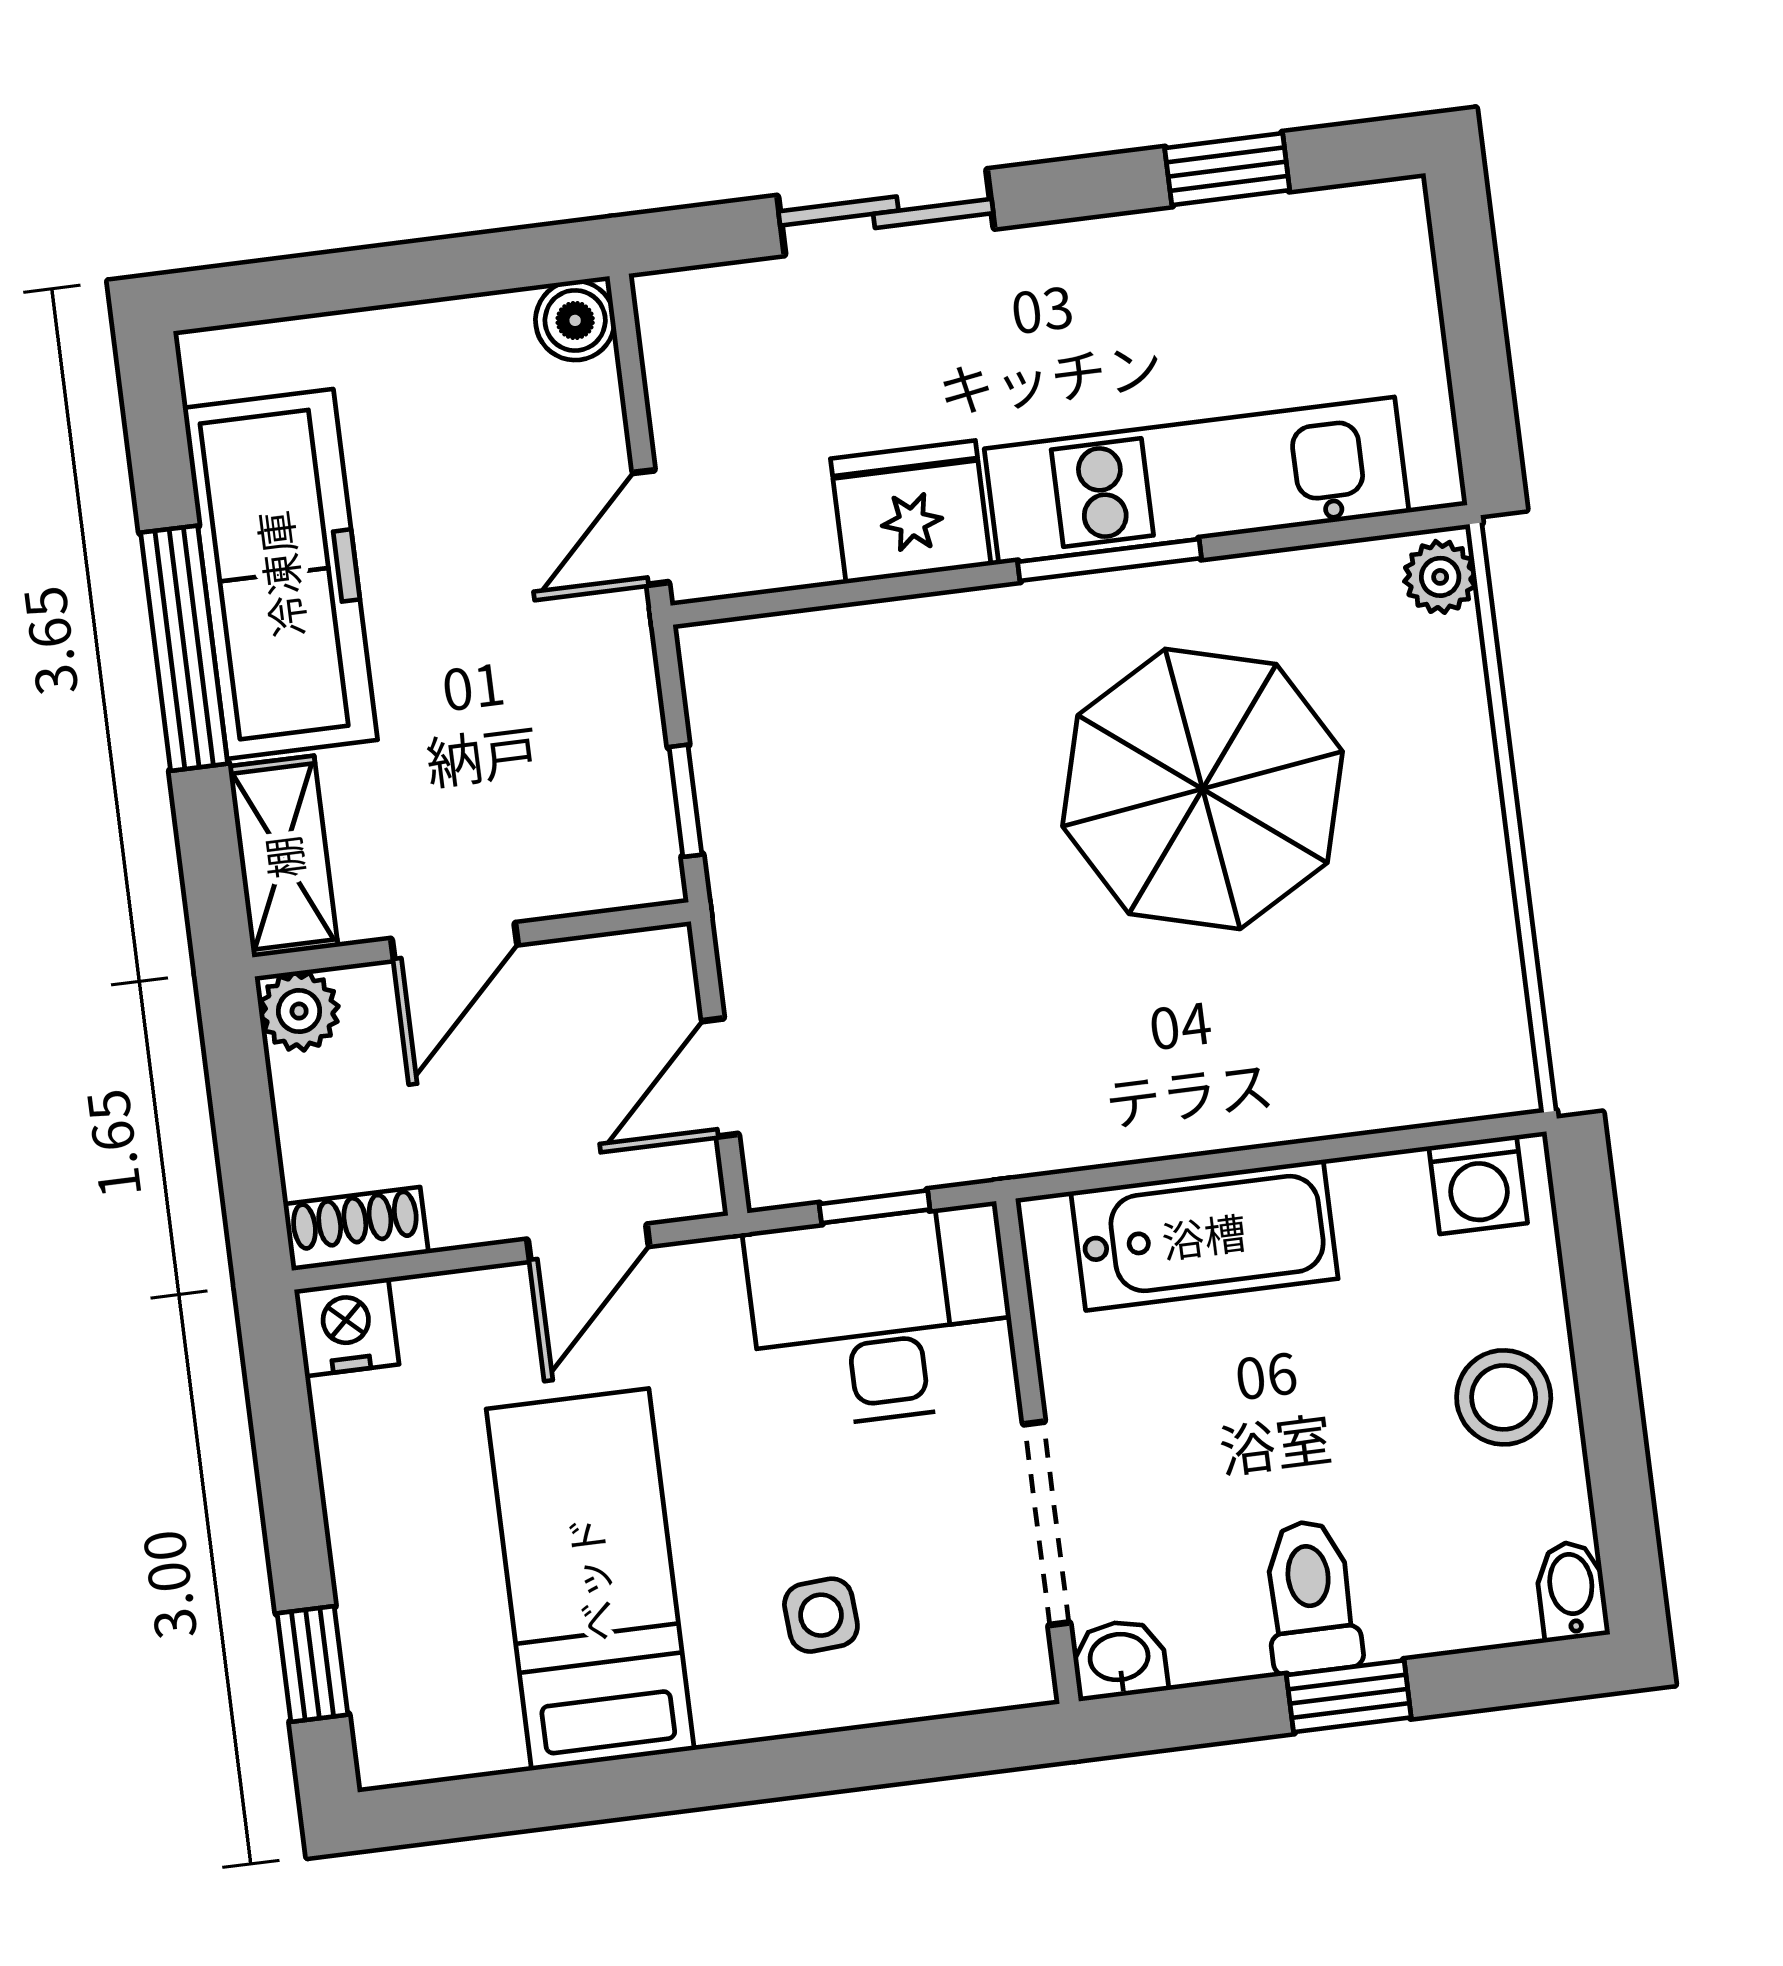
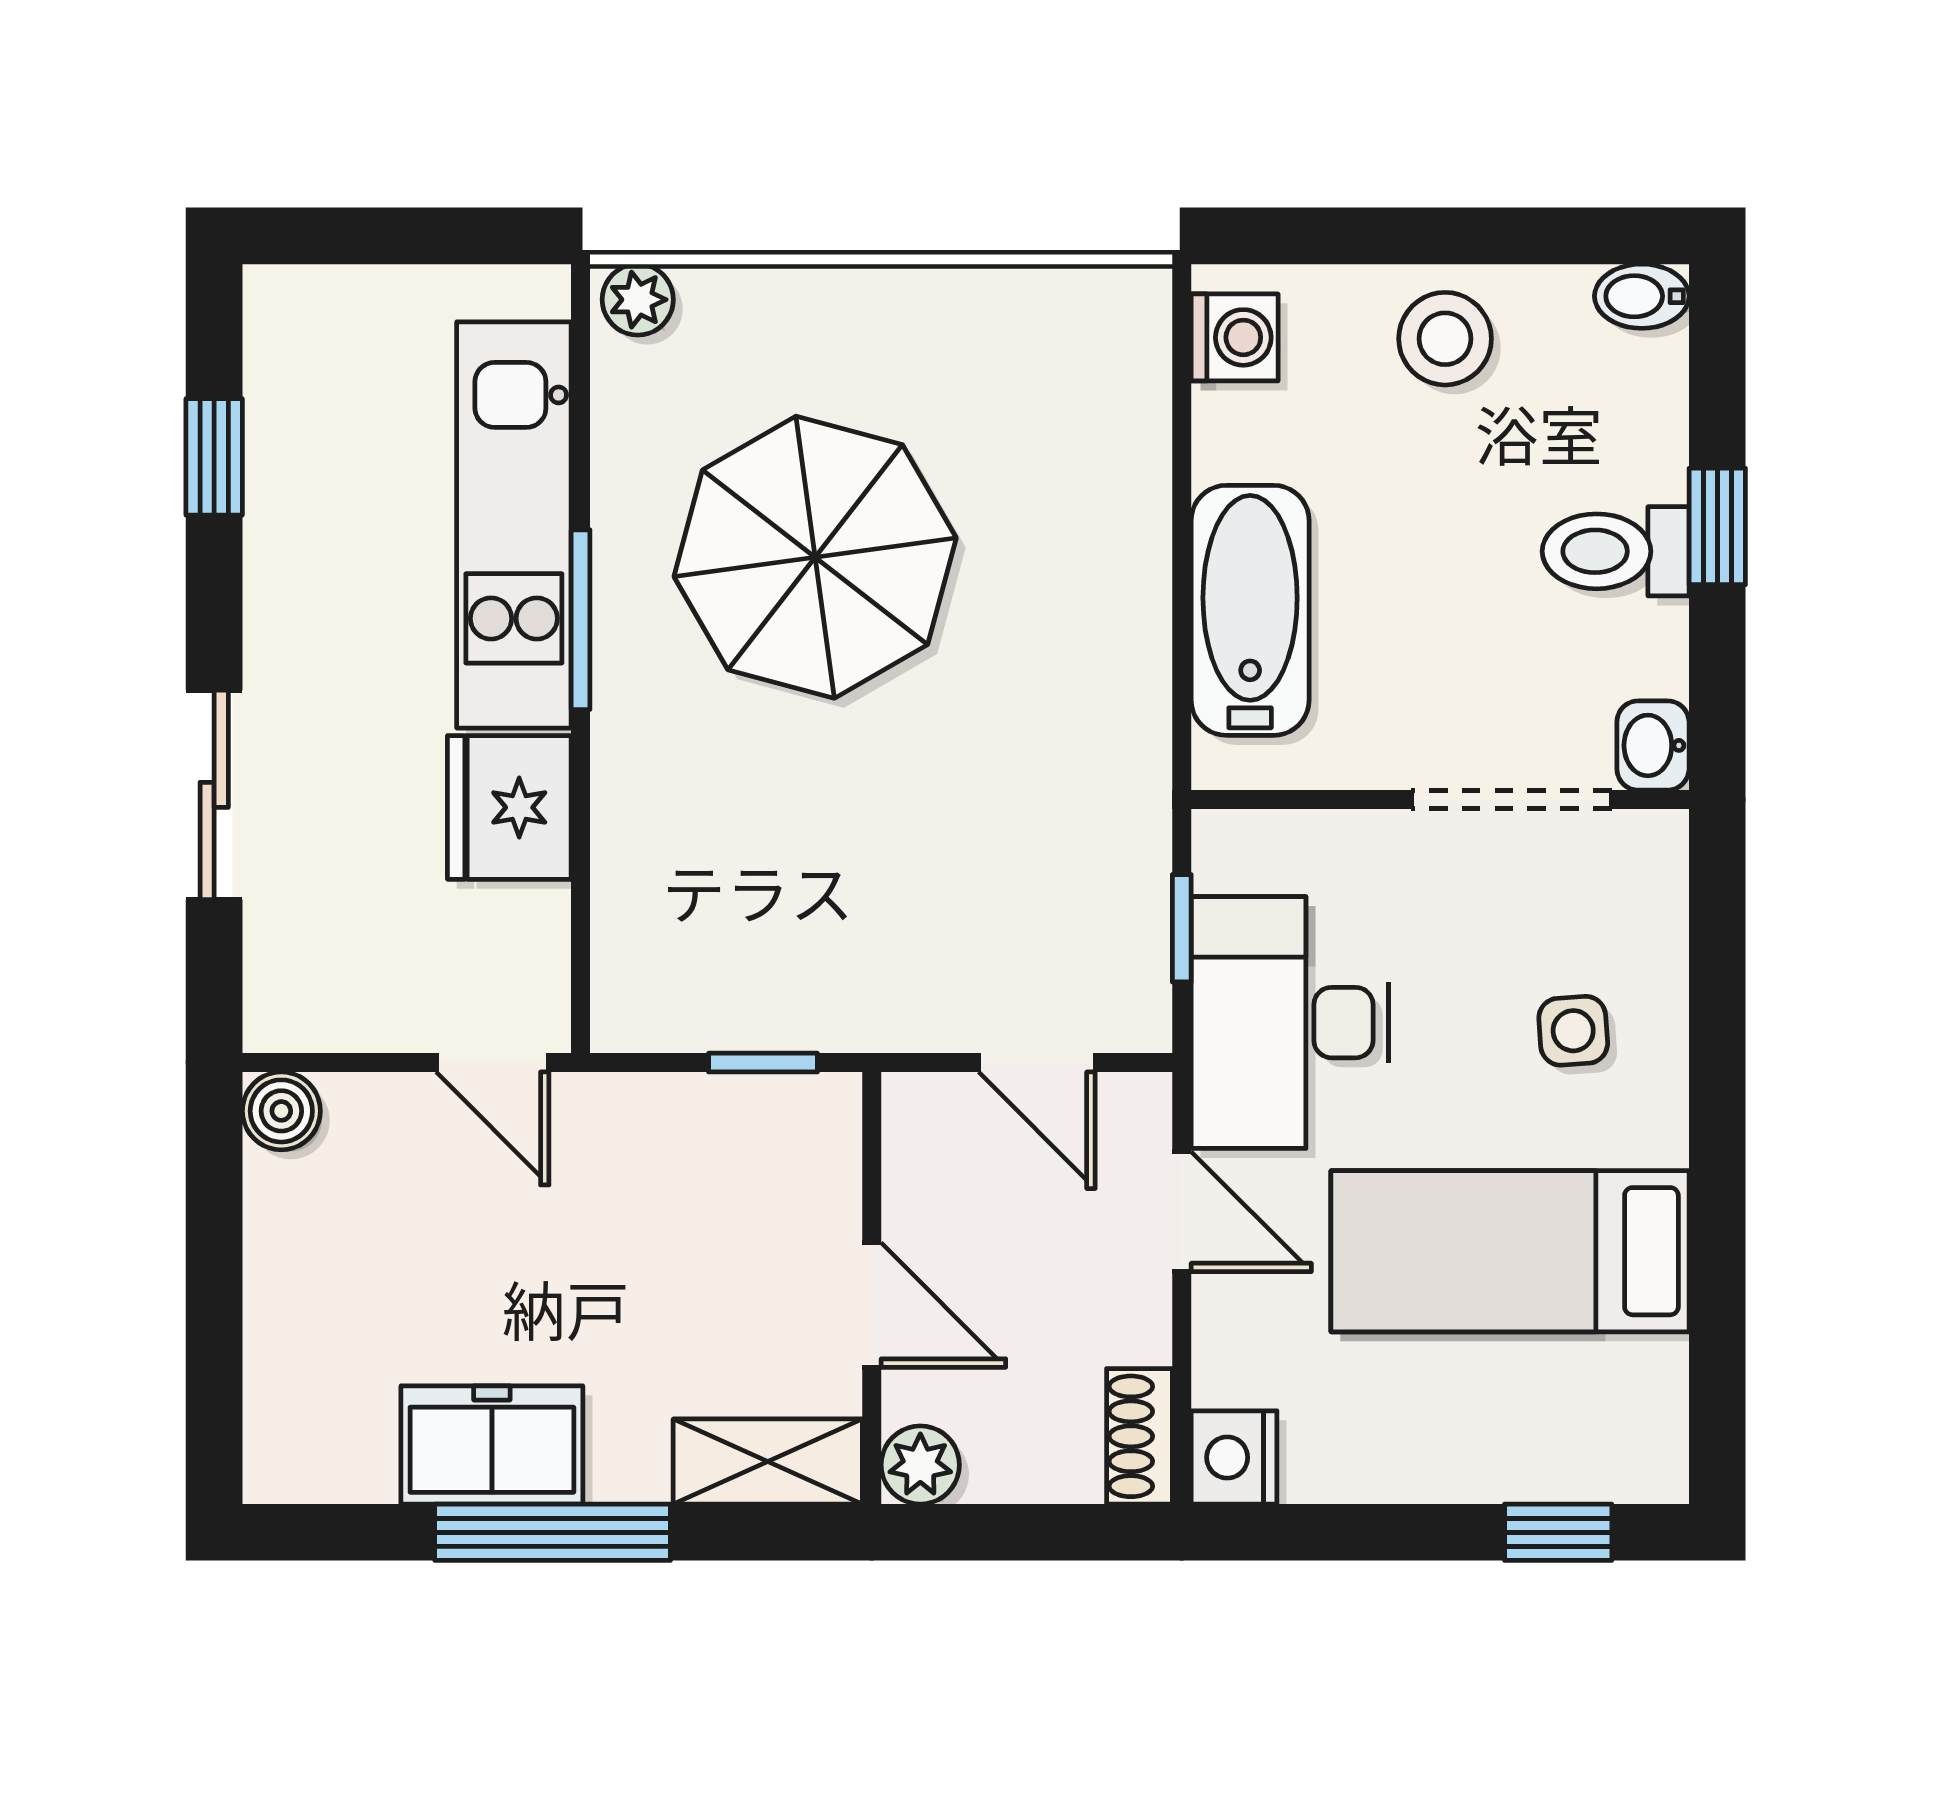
freezer: (280, 574) -> (492, 1445), width x0.52, depth x0.79
desk: (882, 1317) -> (1290, 1023), moved

